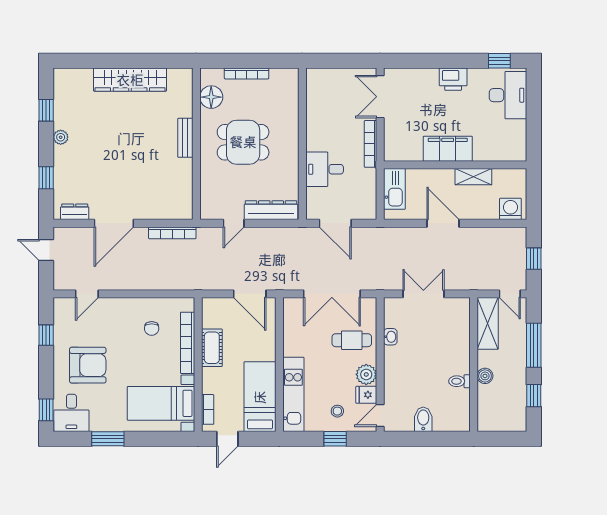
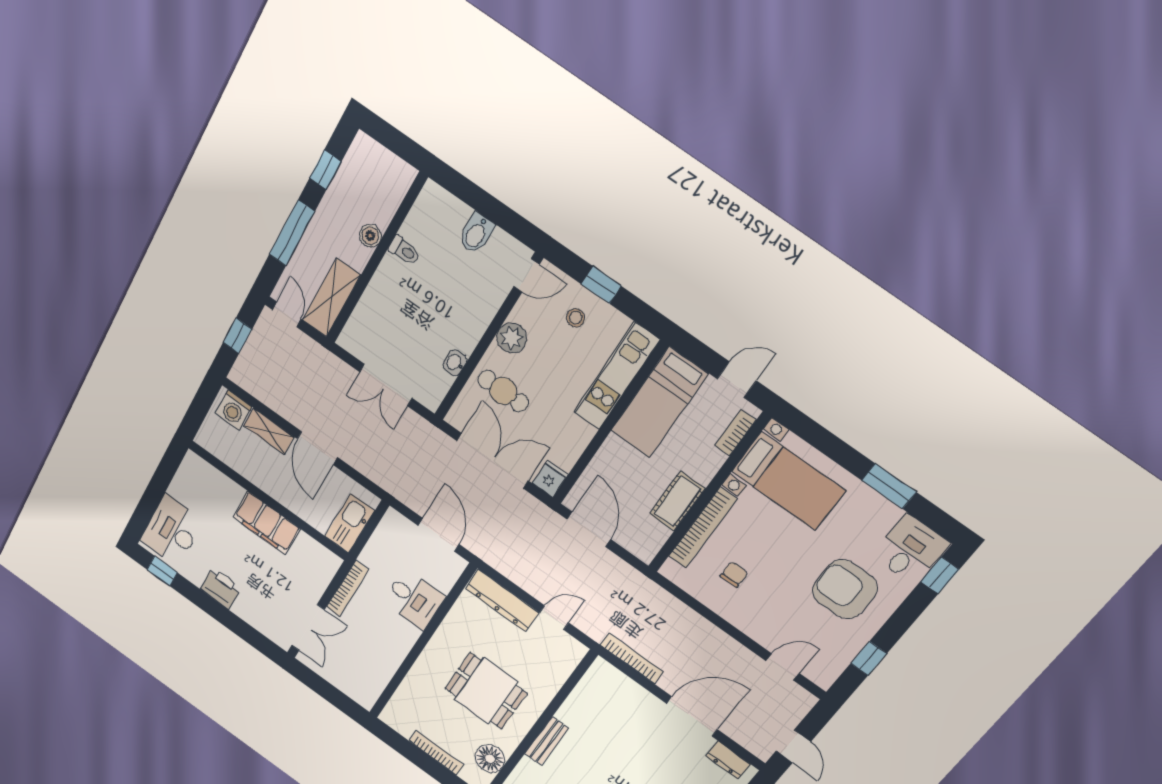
shelving: (473, 177) -> (269, 431), moved
fridge: (366, 395) -> (550, 479), moved, turned -90

